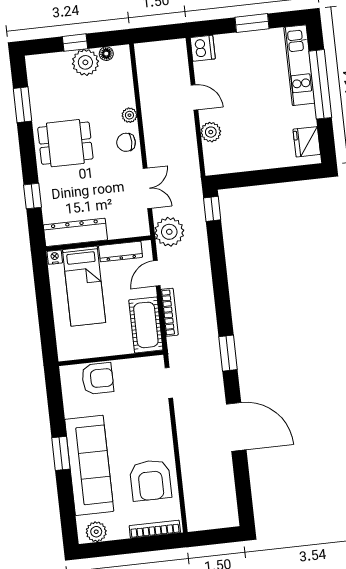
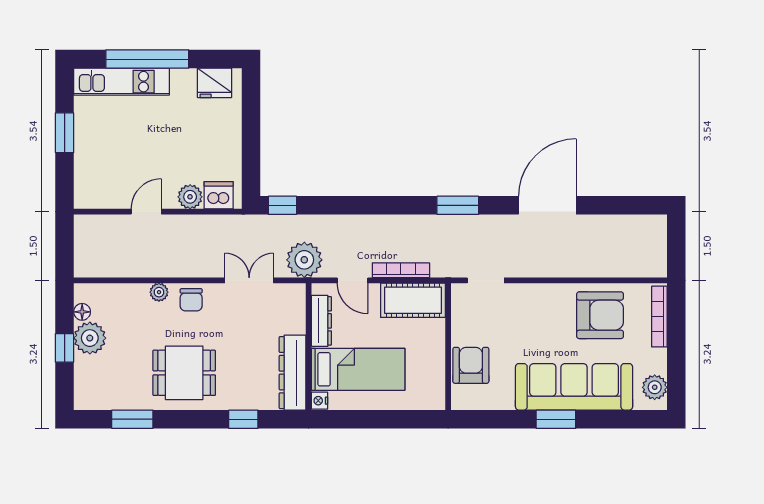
dishwasher: (203, 48) -> (219, 195), moved
dining table: (65, 143) -> (184, 373), turned 90

